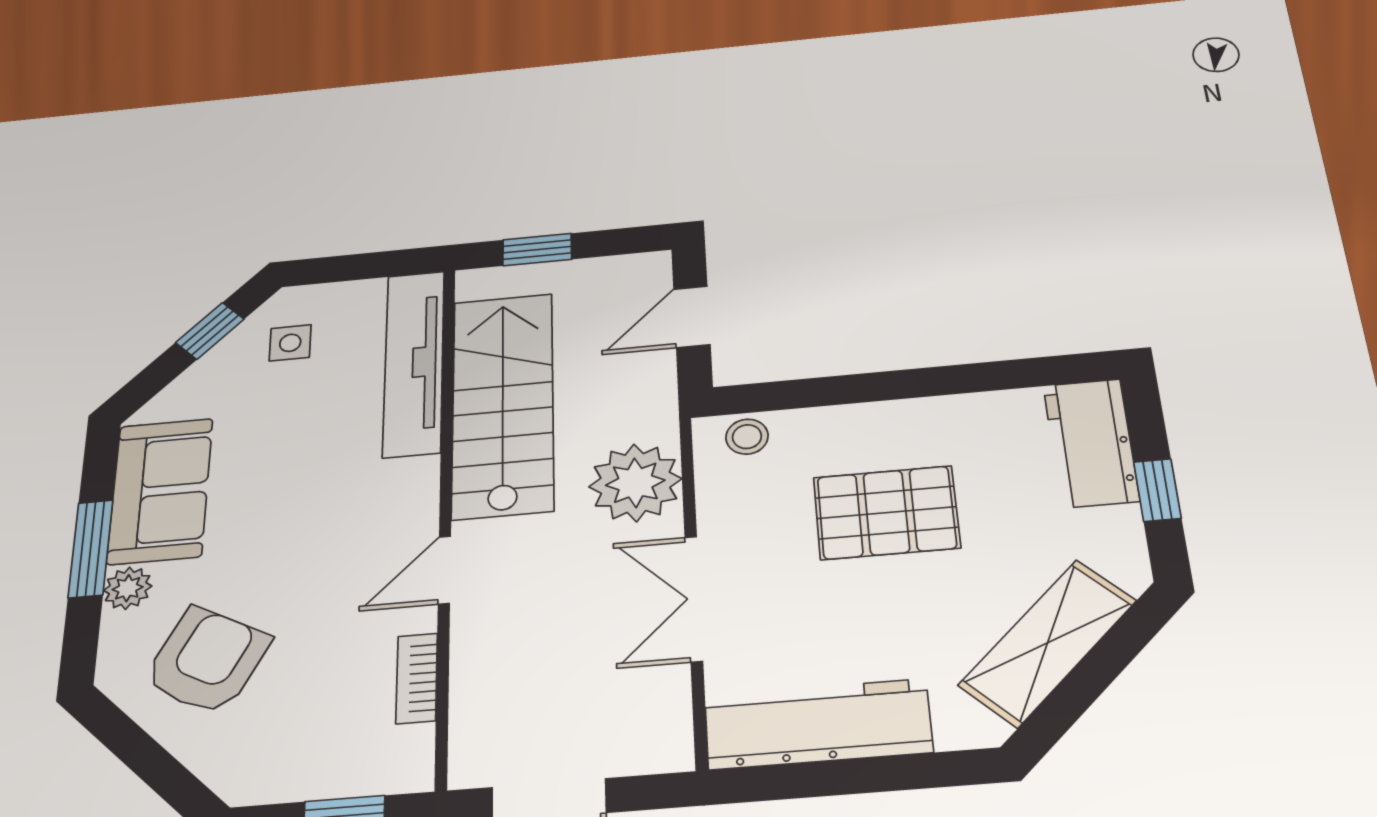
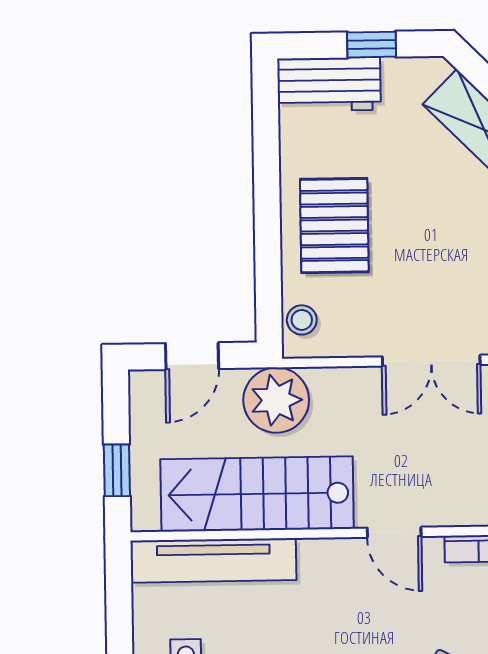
door: (692, 317) -> (192, 356), hinge flipped
plant: (635, 483) -> (276, 400), moved
pallet: (886, 513) -> (334, 226), moved

